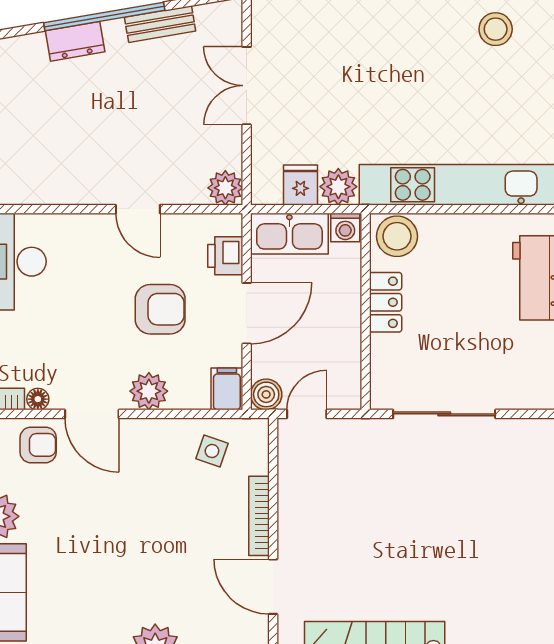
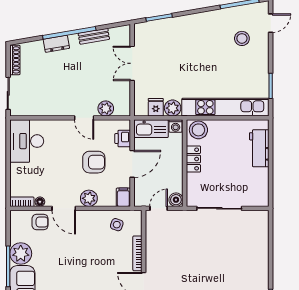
plant: (225, 188) -> (106, 108), moved
boiler: (266, 394) -> (176, 200), moved

